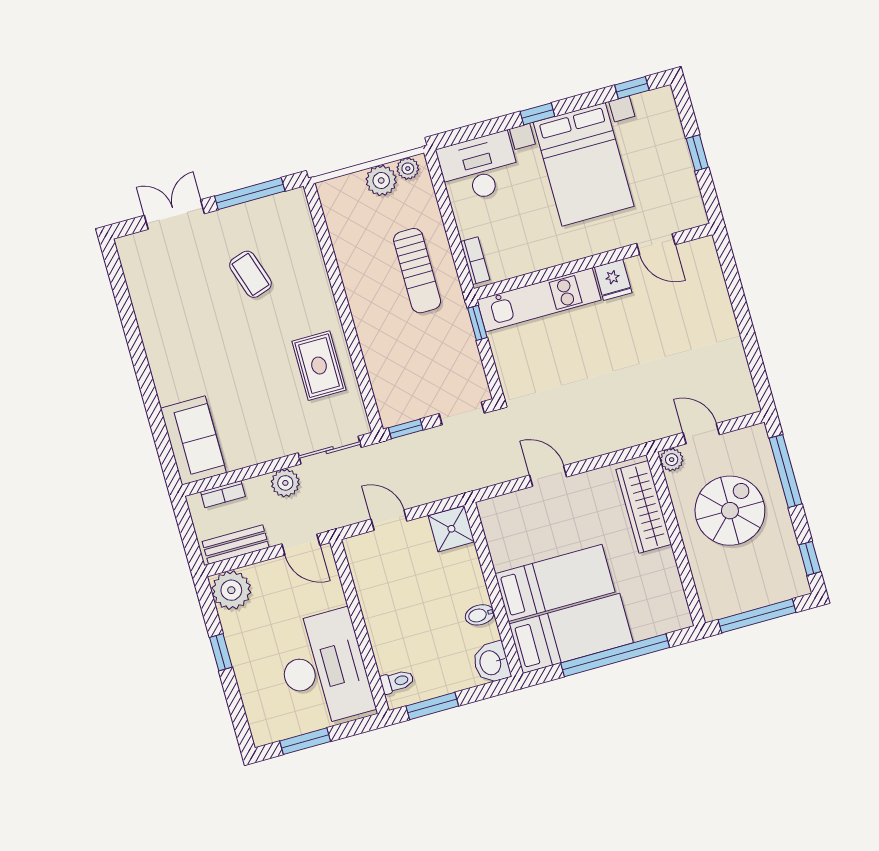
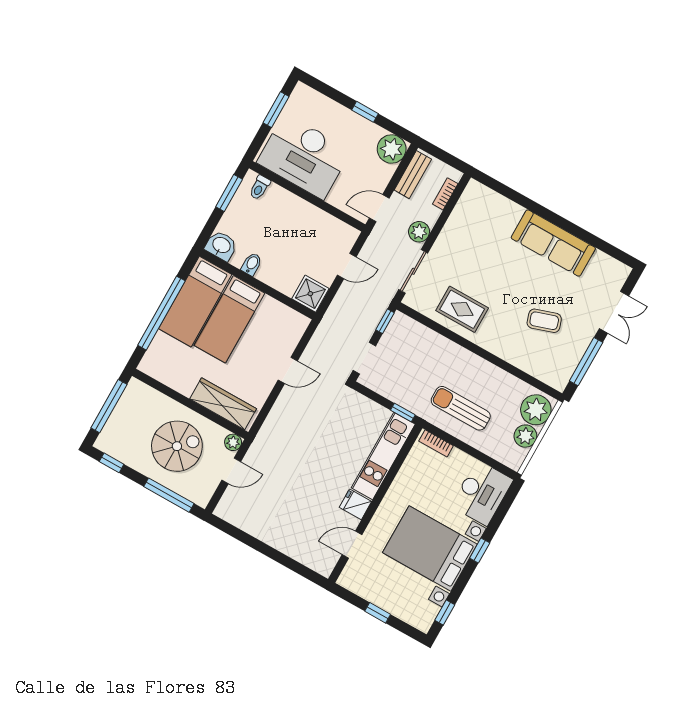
plant: (408, 169) -> (536, 410), moved, width x1.88, depth x1.88
sofa: (193, 440) -> (553, 243), moved, width x1.36
spiral stairs: (730, 511) -> (177, 446), turned -90

